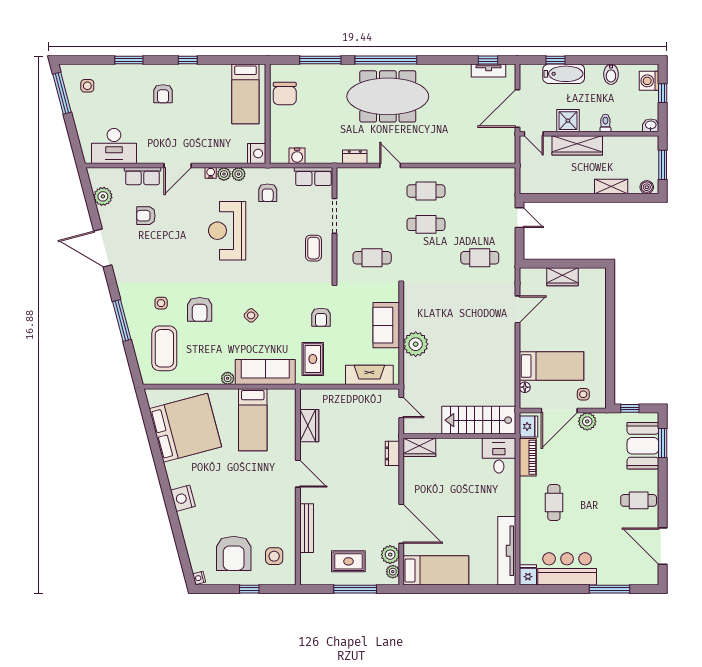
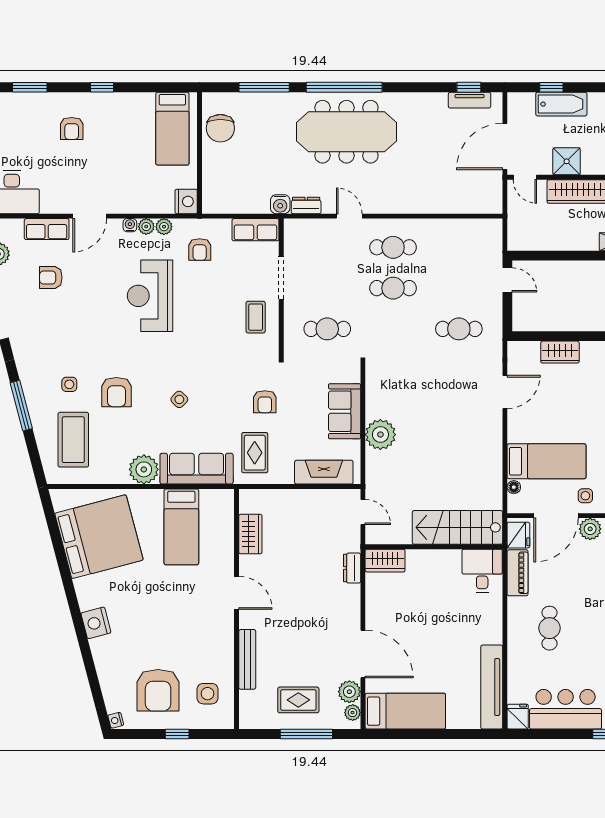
water cooler: (297, 156) -> (280, 204), moved
plant: (228, 378) -> (144, 469), width x1.87, depth x1.87

